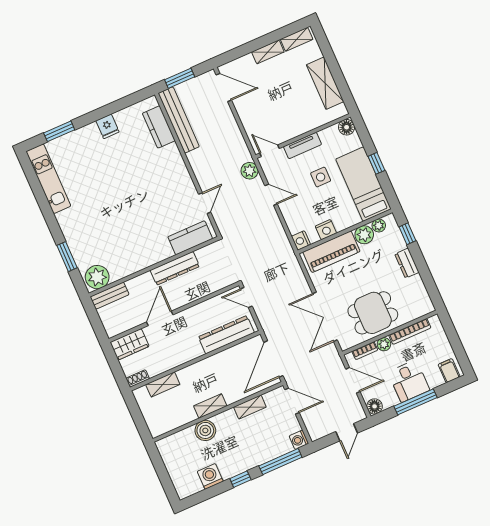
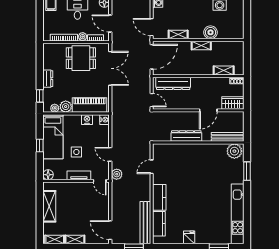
kitchen unit: (48, 179) -> (238, 214), width x1.36
kitchen counter: (190, 238) -> (159, 197), moved, turned -90
bench: (110, 296) -> (228, 137), width x1.36

